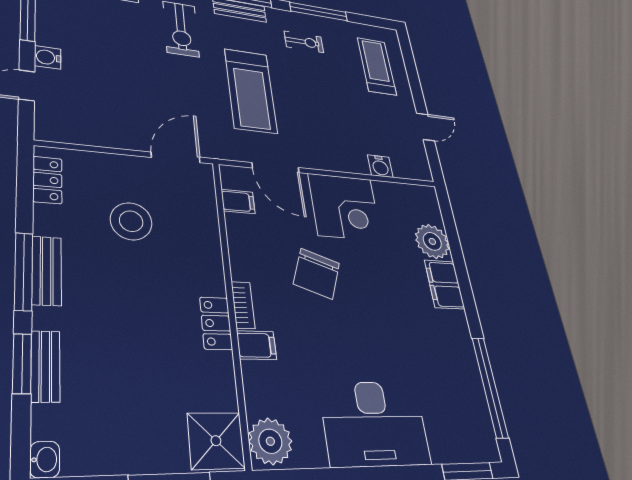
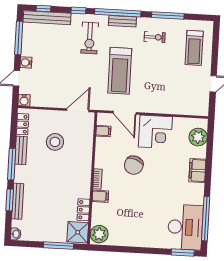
treadmill: (377, 66) -> (194, 48), turned 180
water cooler: (380, 166) -> (24, 100), moved
plant: (432, 241) -> (198, 137), moved
bench: (47, 271) -> (21, 150), moved
locker: (216, 323) -> (83, 210), moved
bench: (45, 366) -> (18, 201), width x1.36
desk: (375, 423) -> (185, 227), moved, turned -90

